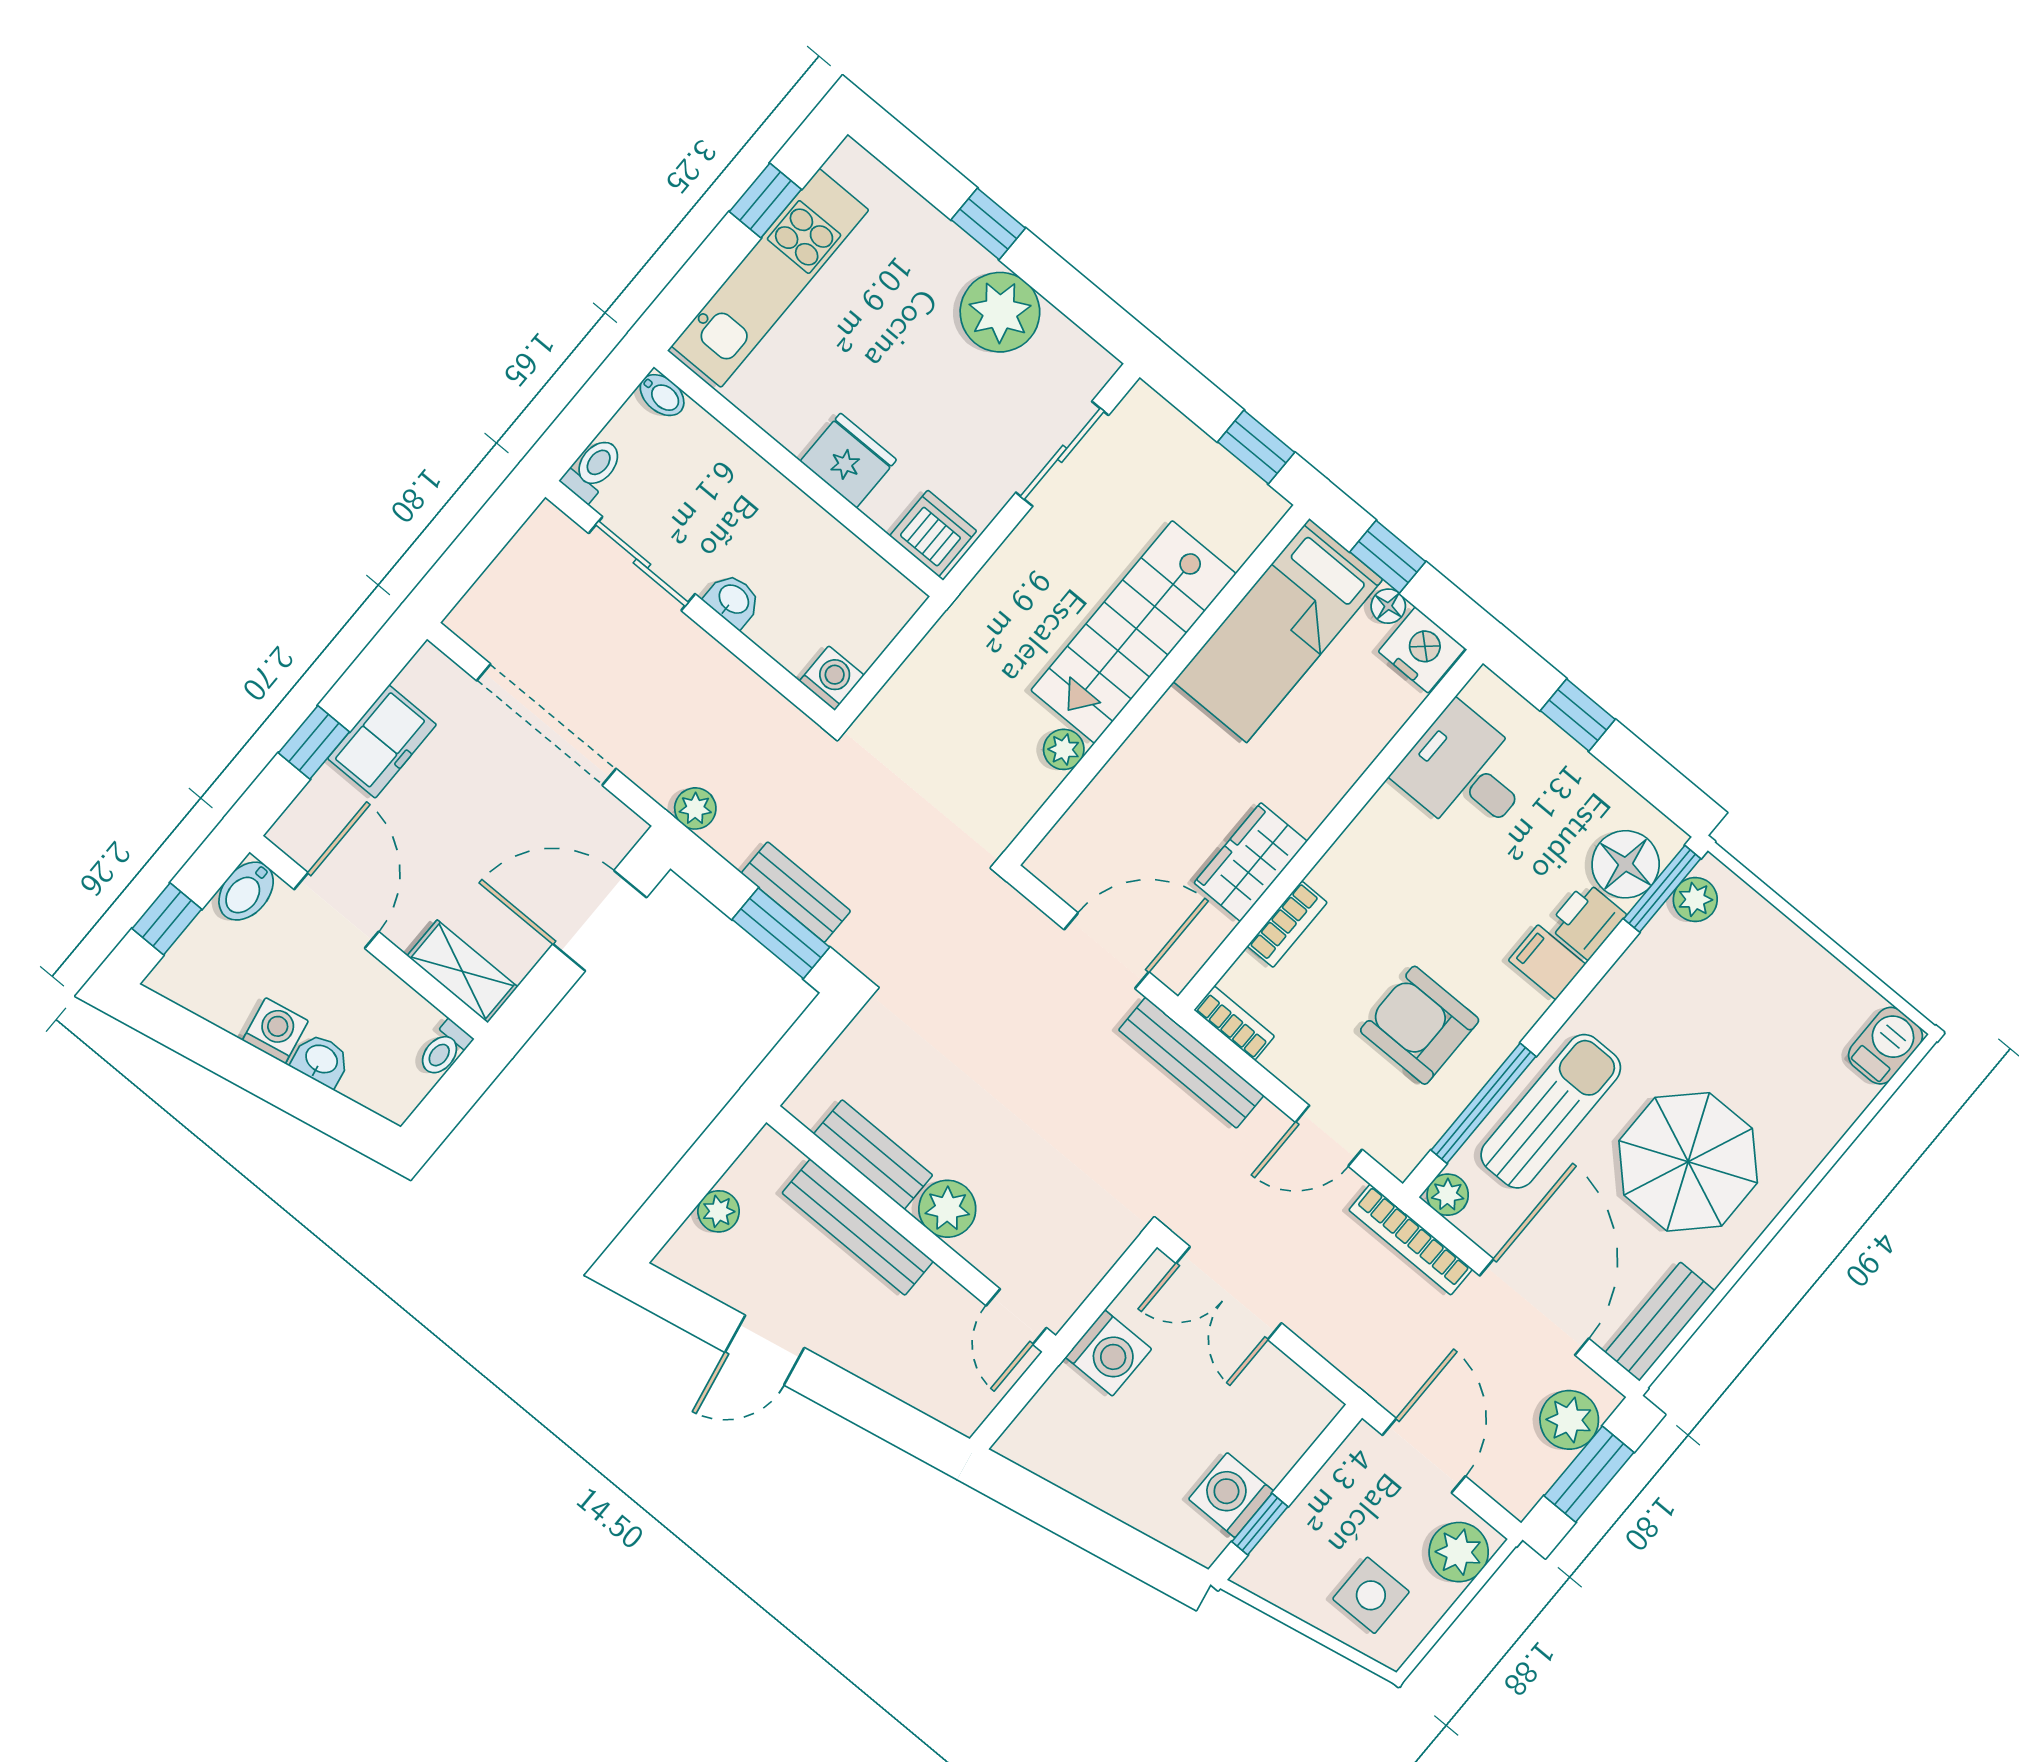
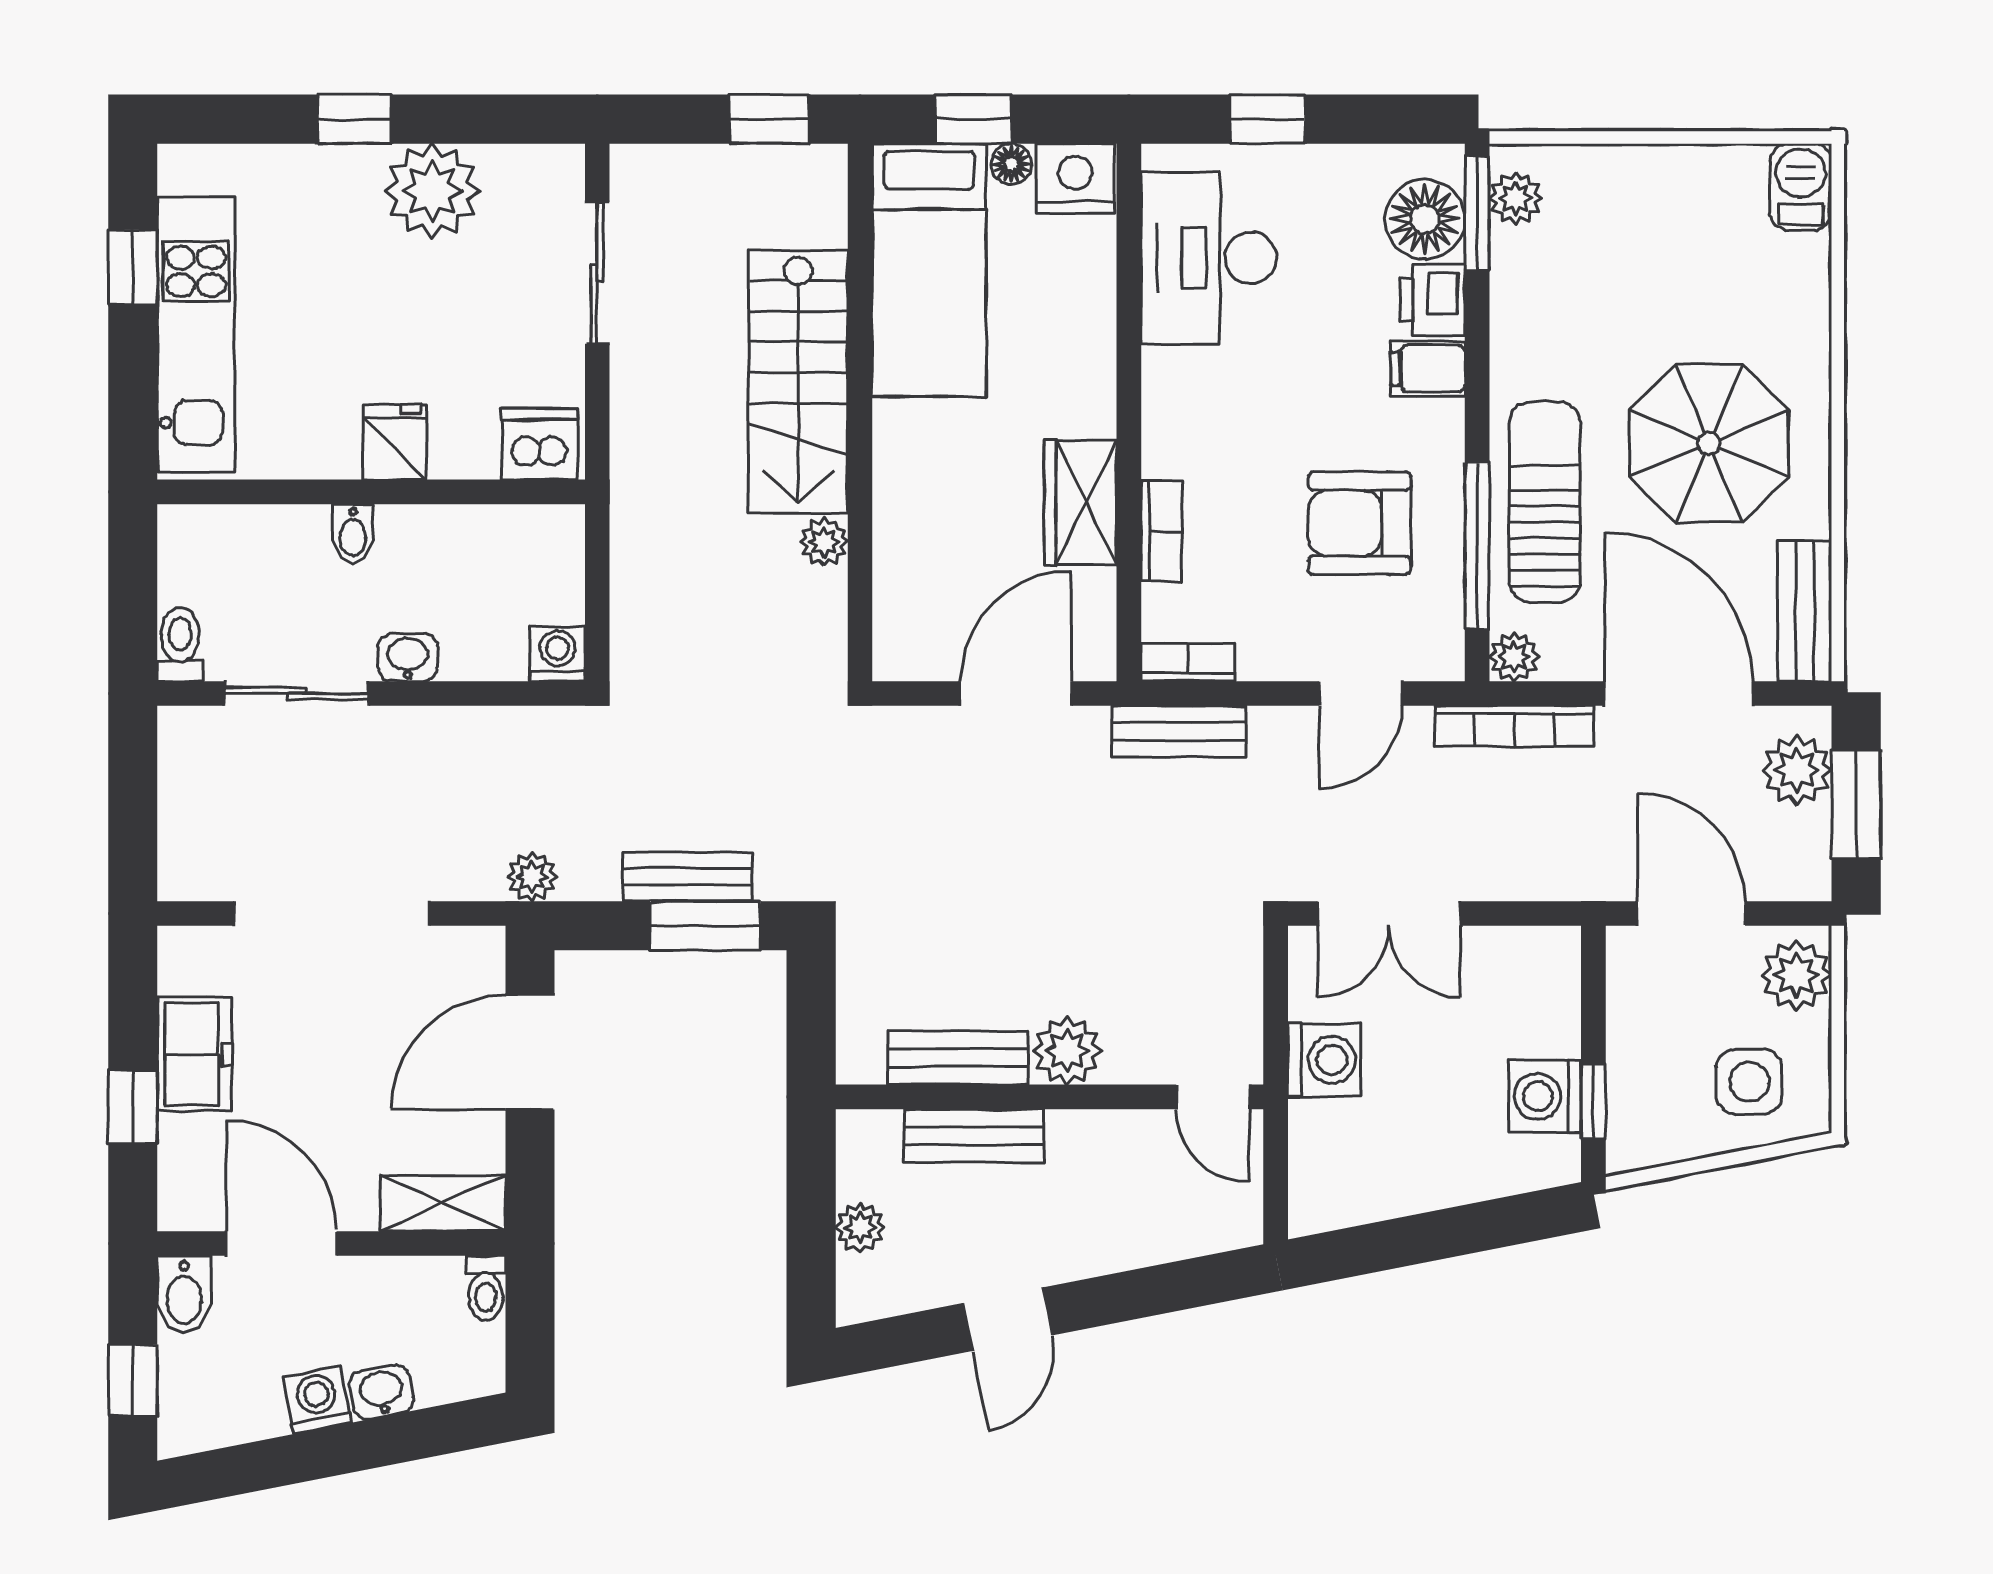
bidet: (662, 395) -> (353, 533), moved, turned 90
fridge: (848, 461) -> (395, 442), width x0.72
desk: (1465, 773) -> (1209, 258), width x1.37
bench: (1191, 1063) -> (1179, 731), width x0.73
bench: (858, 1227) -> (974, 1136), width x0.73

